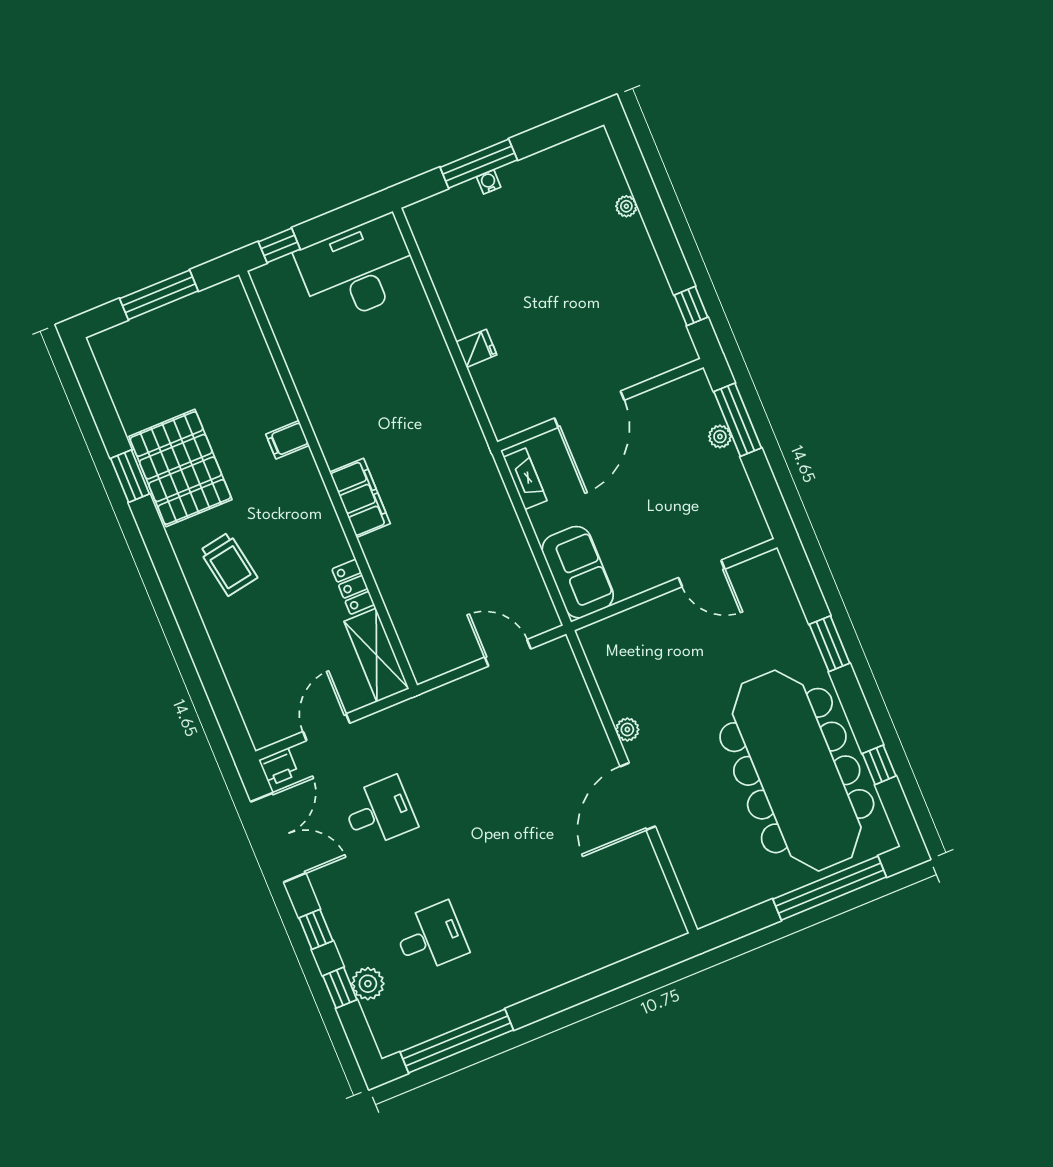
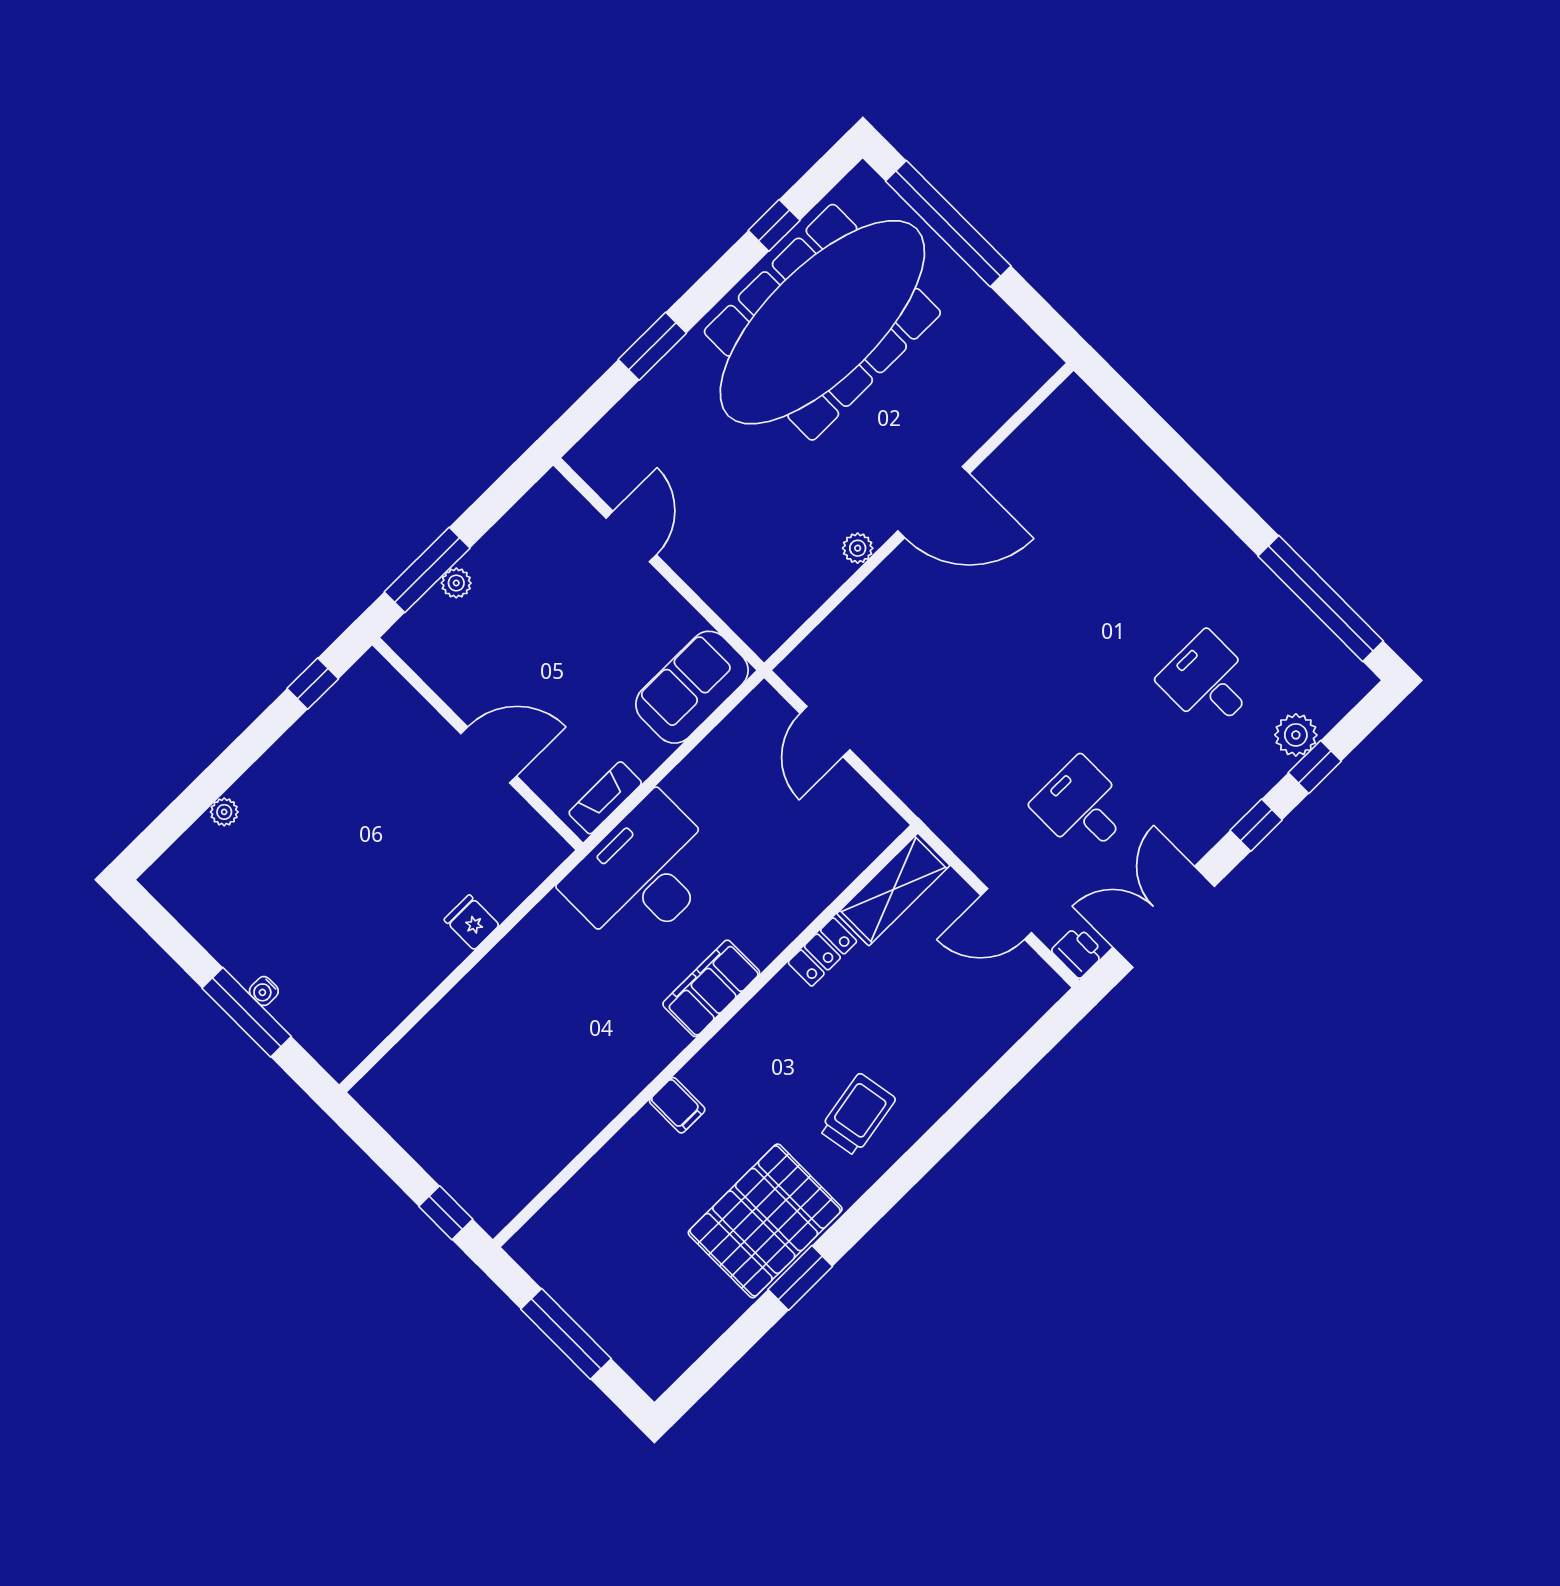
desk: (358, 270) -> (643, 874), moved, turned 90
door: (589, 409) -> (489, 755), width x0.73

